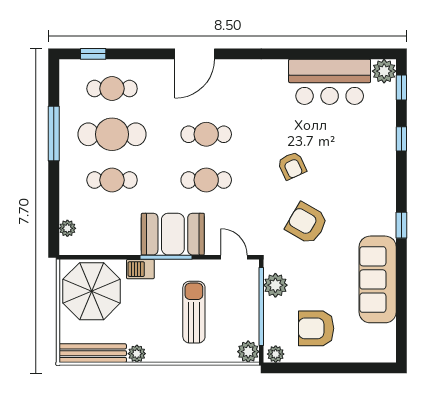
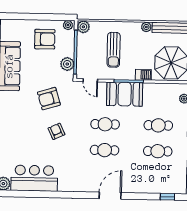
cafe table: (112, 89) -> (157, 177), removed
cafe table: (112, 134) -> (158, 151), width x0.73, depth x0.74
armchair: (307, 223) -> (49, 99), turned 133

